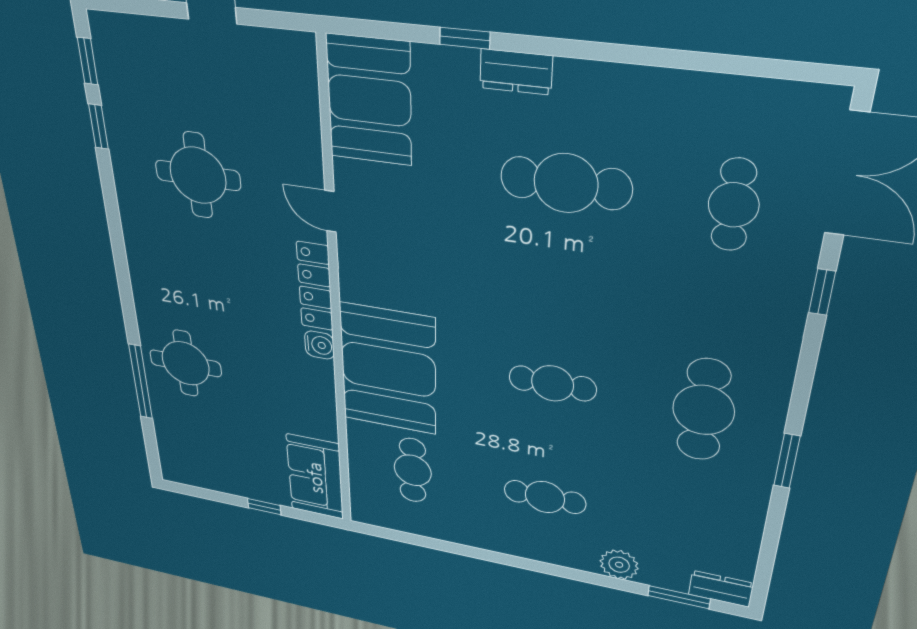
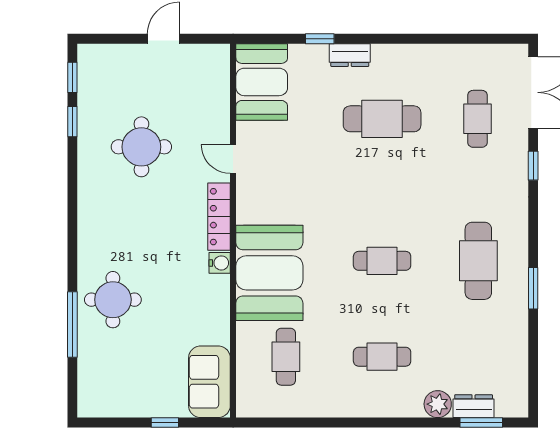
dresser: (721, 589) -> (474, 406), moved

